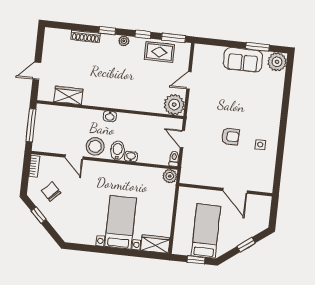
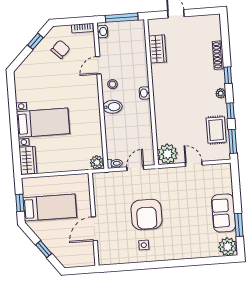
armchair: (230, 136) -> (147, 214), width x1.88, depth x1.88
stool: (95, 146) -> (113, 84), width x0.53, depth x0.53
washbasin: (131, 156) -> (102, 32), moved

